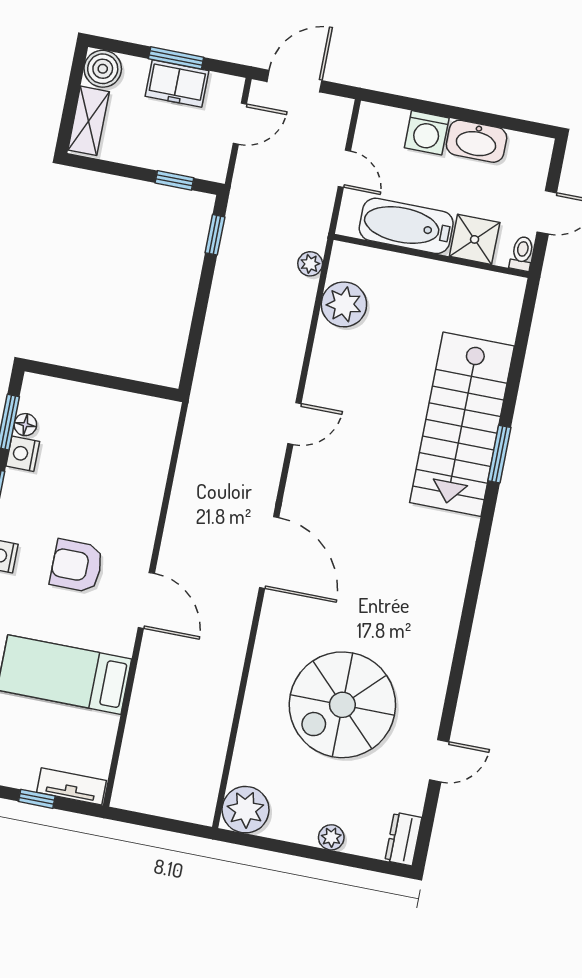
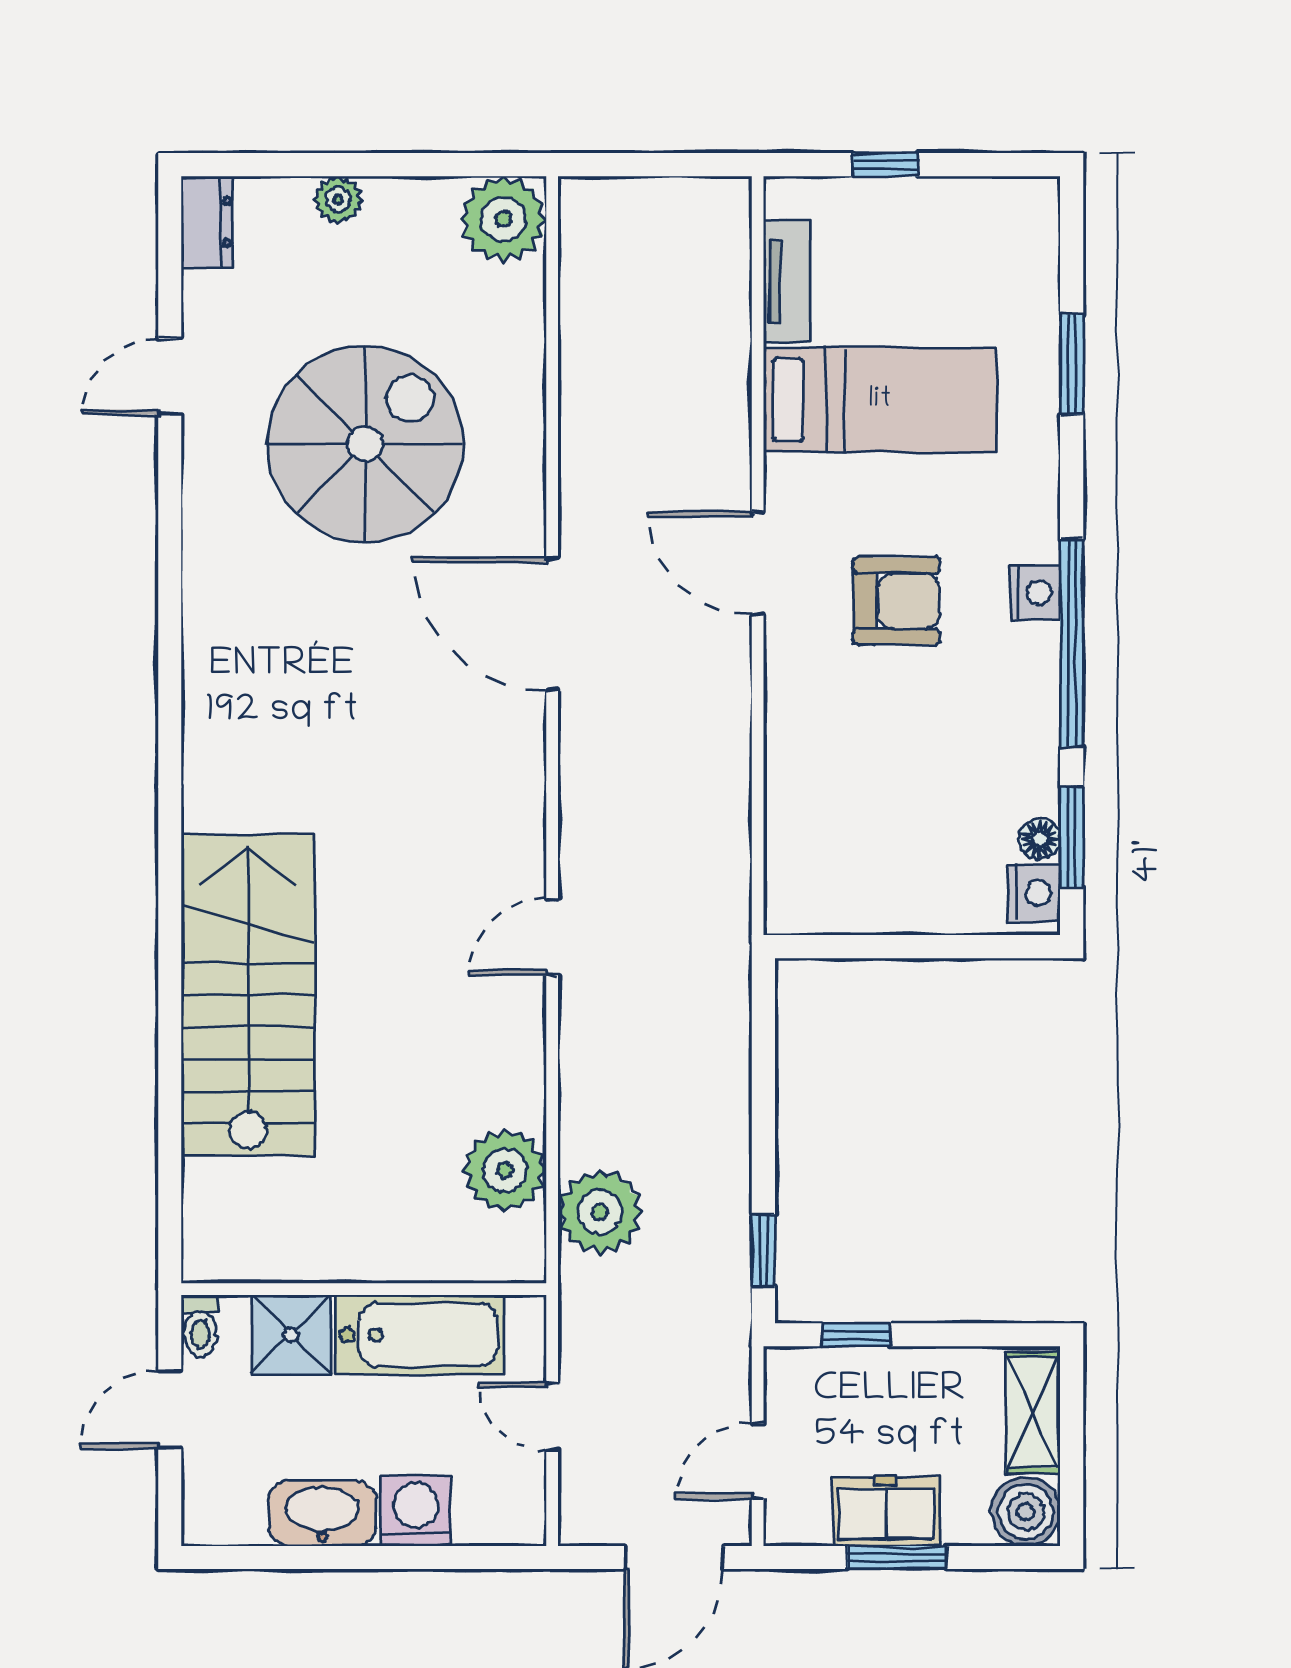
plant: (310, 264) -> (600, 1212), width x1.88, depth x1.88
nightstand: (23, 454) -> (1034, 893), moved
window: (499, 454) -> (170, 954), removed
door: (269, 553) -> (552, 624), moved
tv unit: (71, 786) -> (787, 282), moved, turned -90

